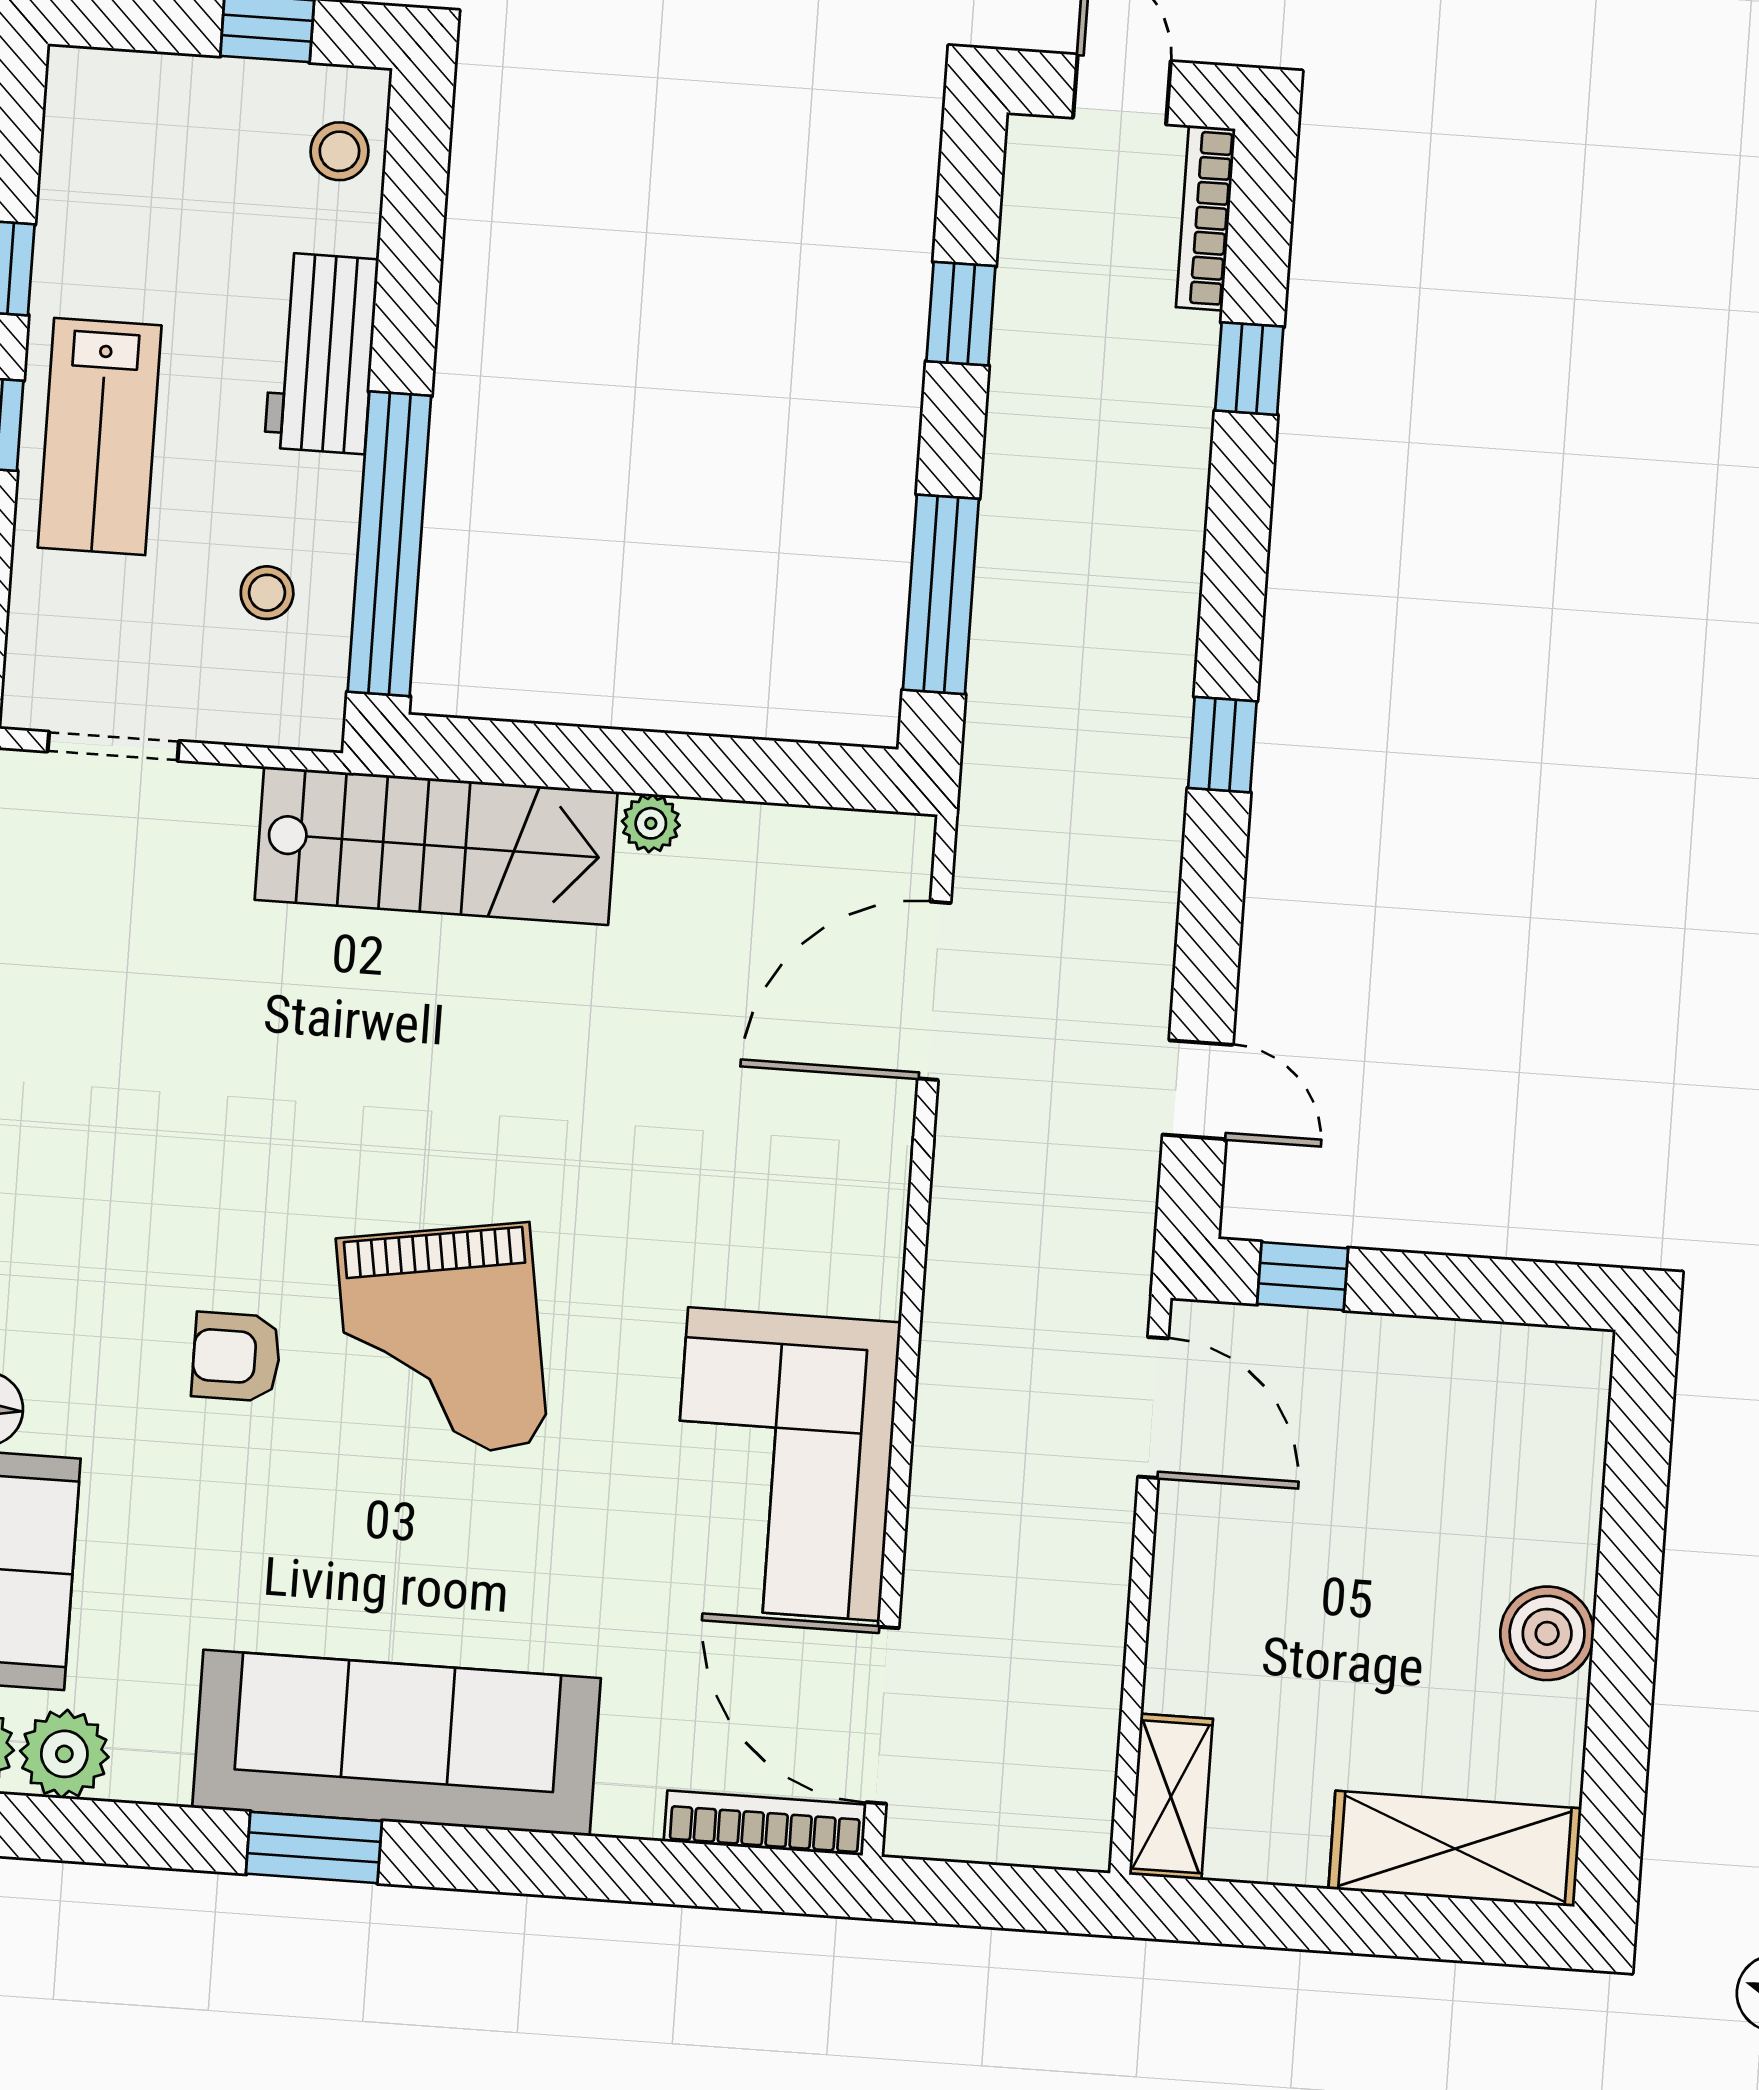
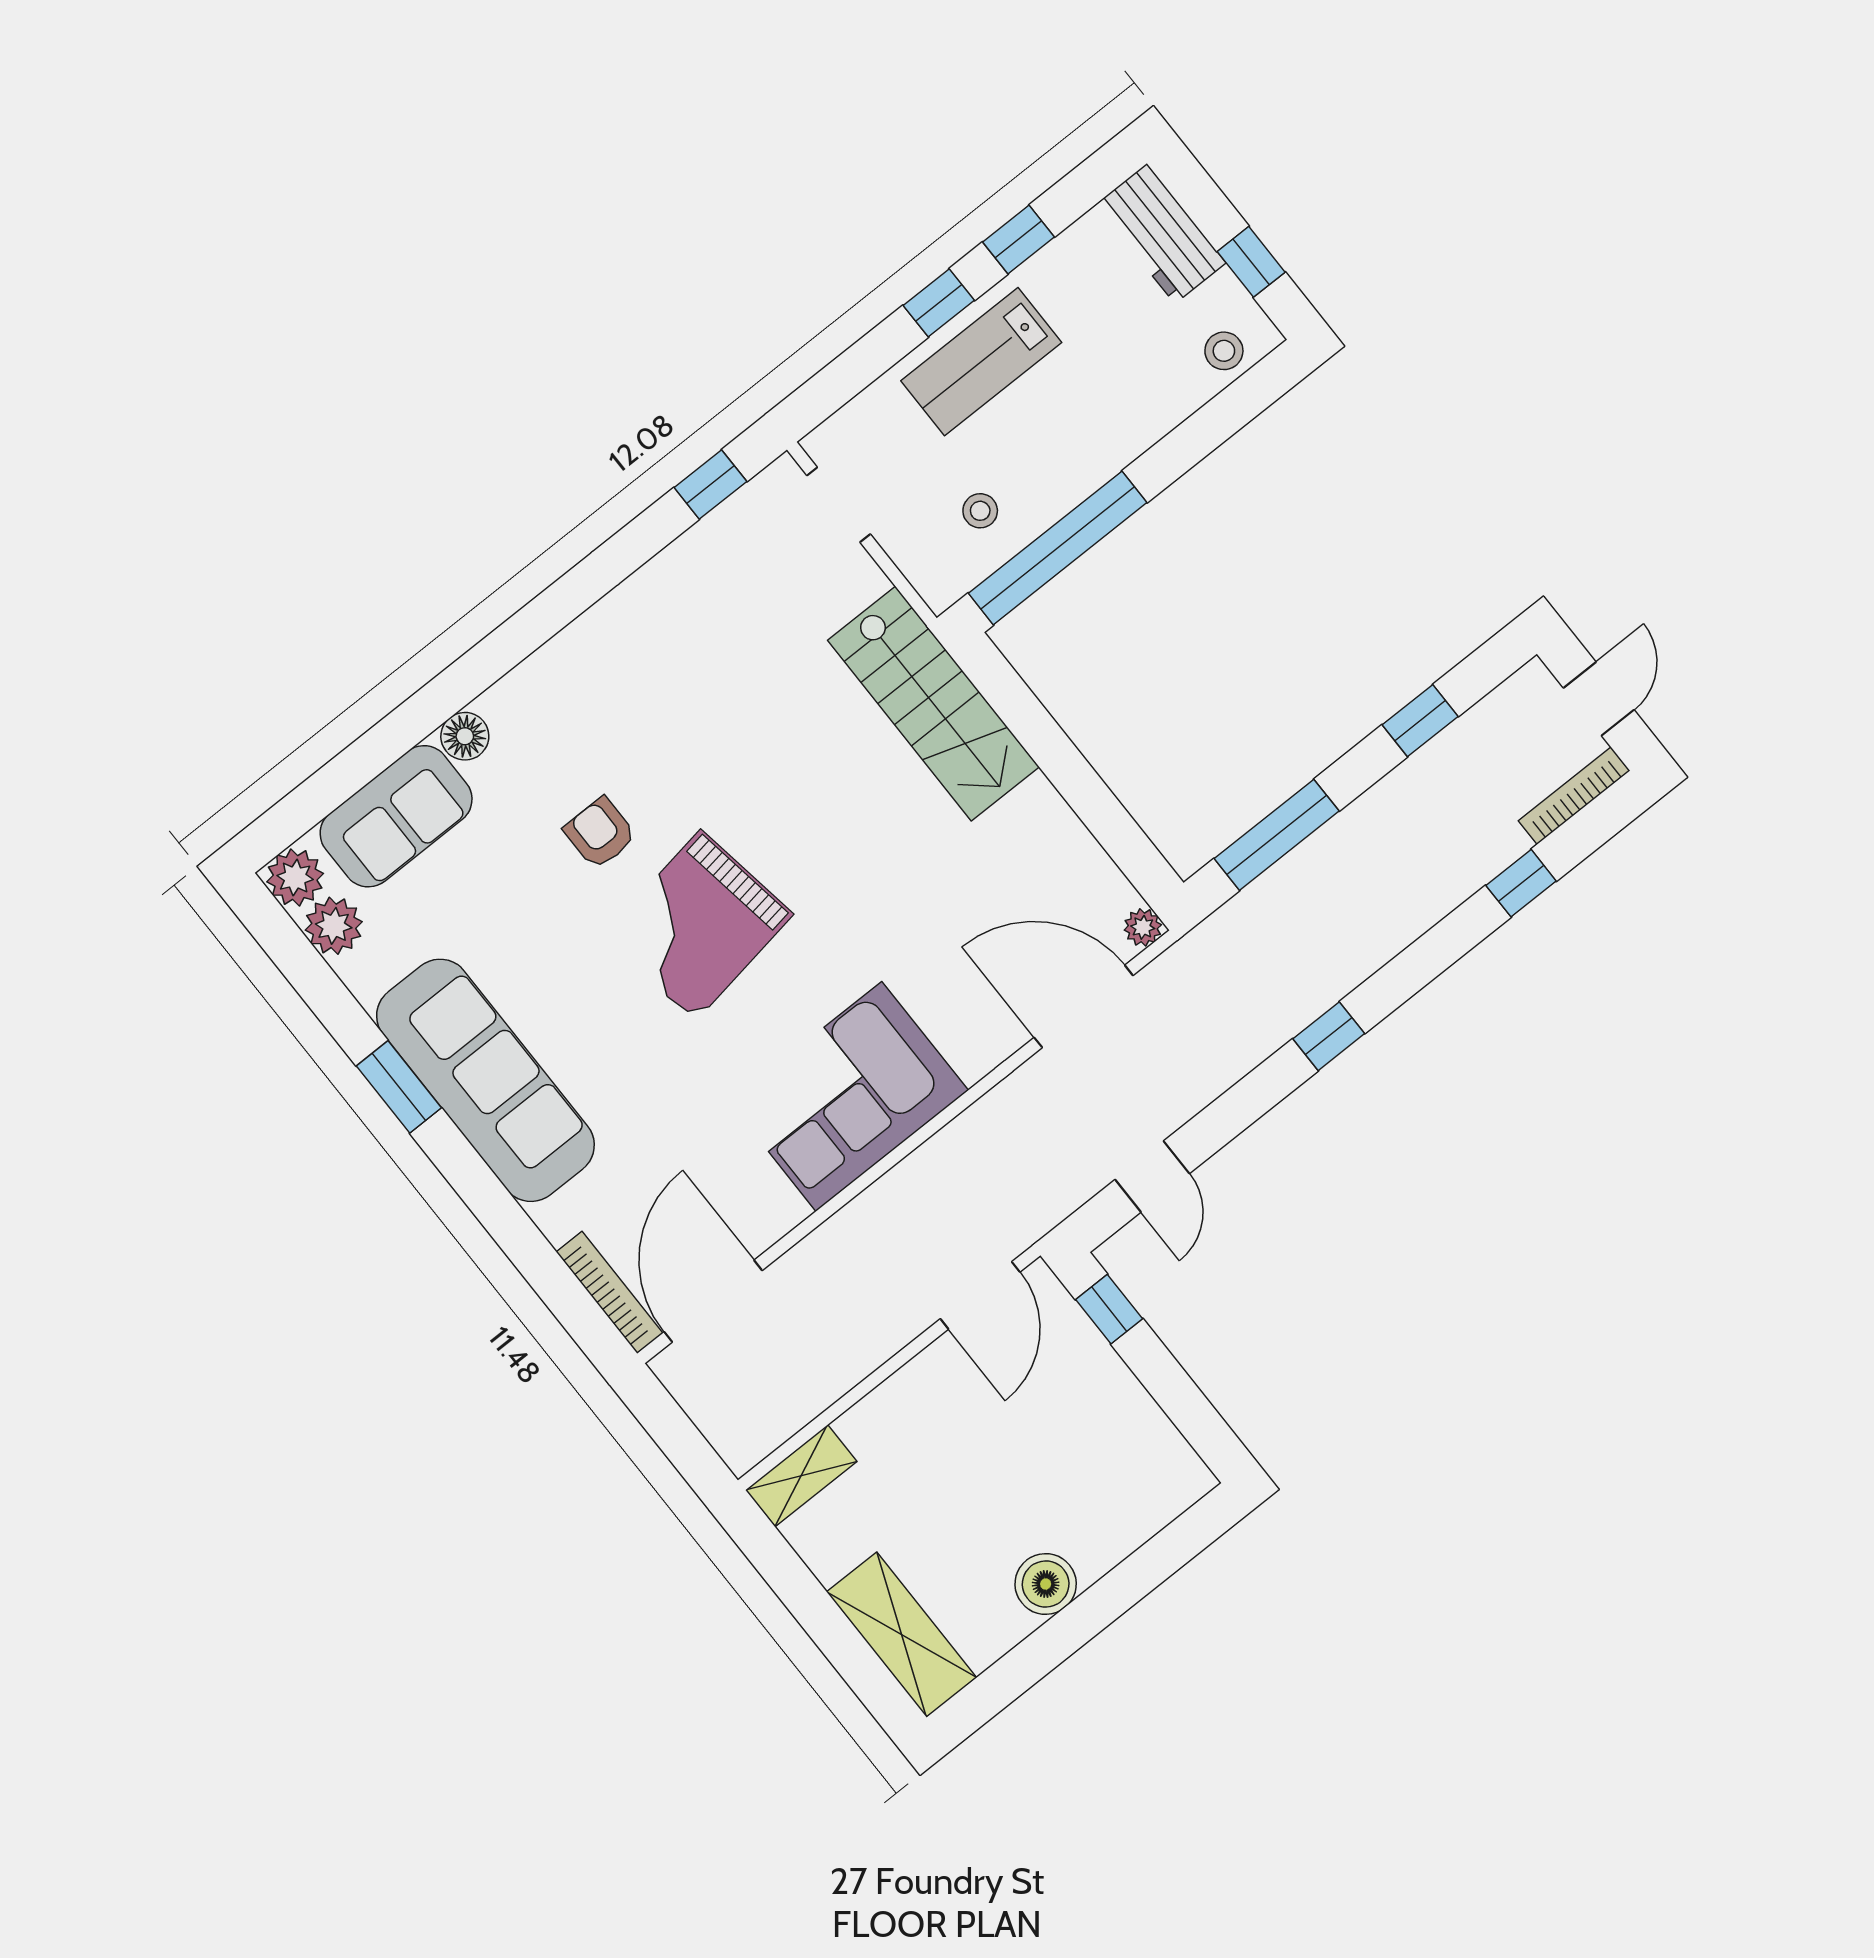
workbench: (321, 353) -> (1161, 234), moved, turned -90
plant: (651, 823) -> (1143, 927), moved
corner sofa: (784, 1464) -> (849, 1096), moved

